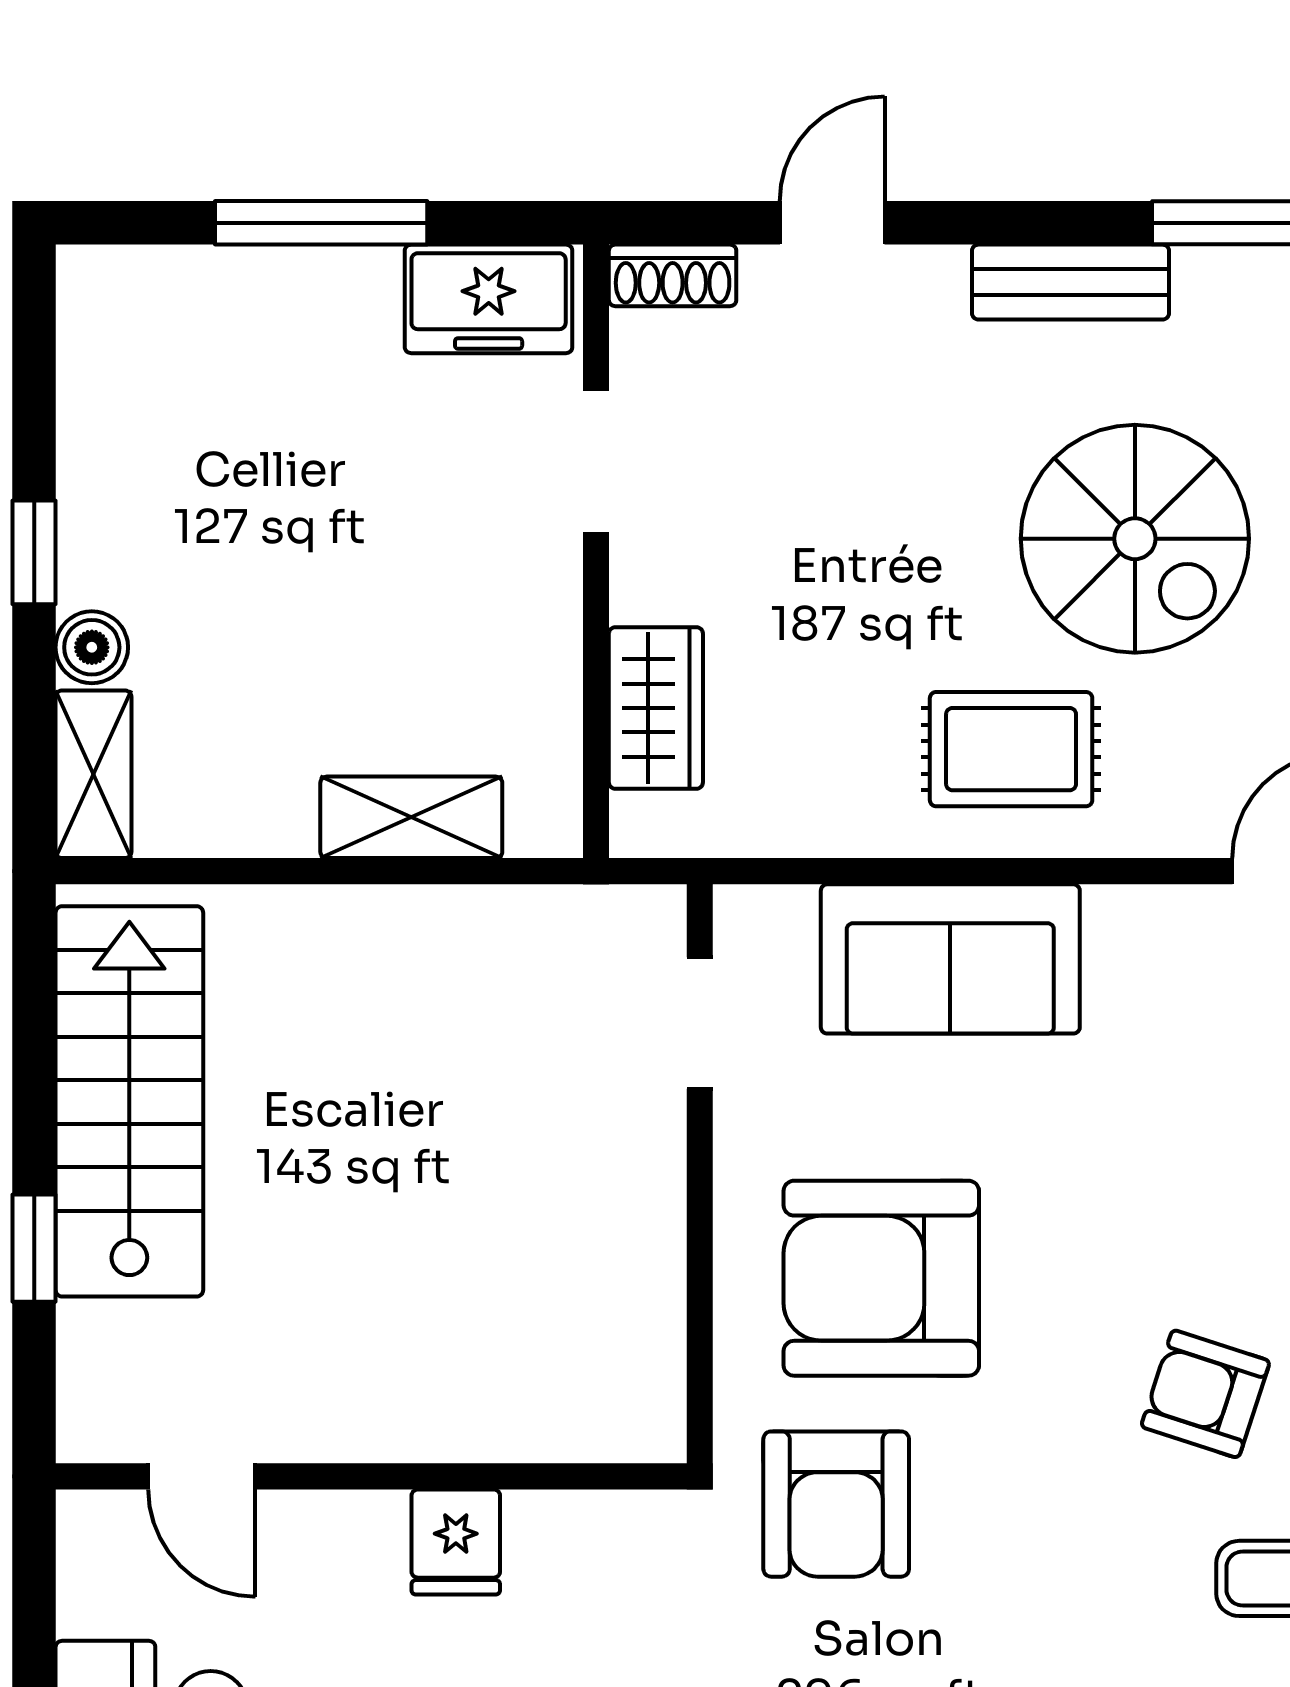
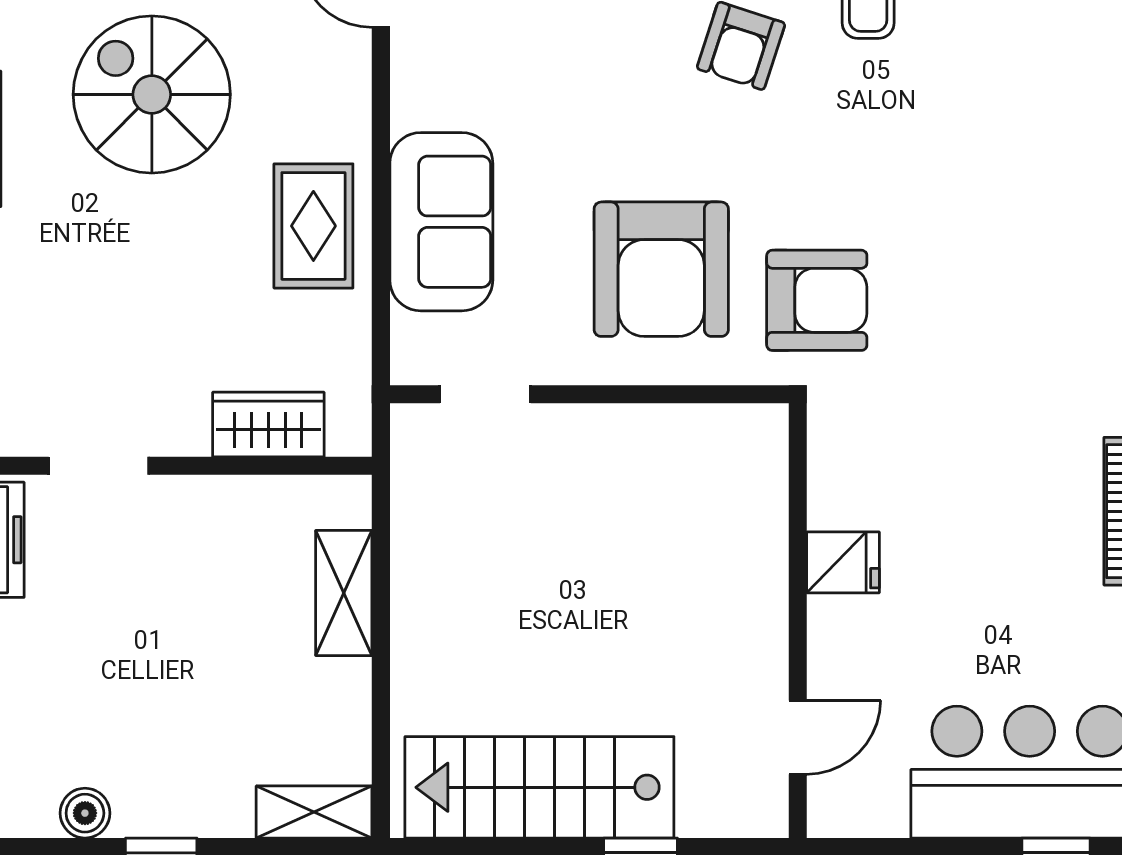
spiral stairs: (1135, 539) -> (152, 94), turned -90
boiler: (92, 647) -> (85, 813), moved
rug: (1011, 749) -> (313, 226), moved

